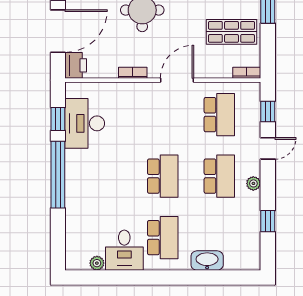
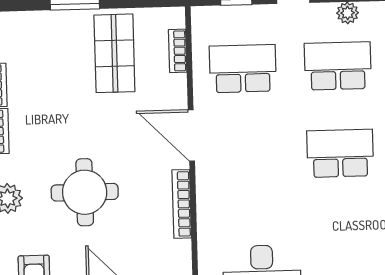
bookcase: (133, 73) -> (182, 204), width x1.56
bookcase: (247, 73) -> (178, 51), moved

